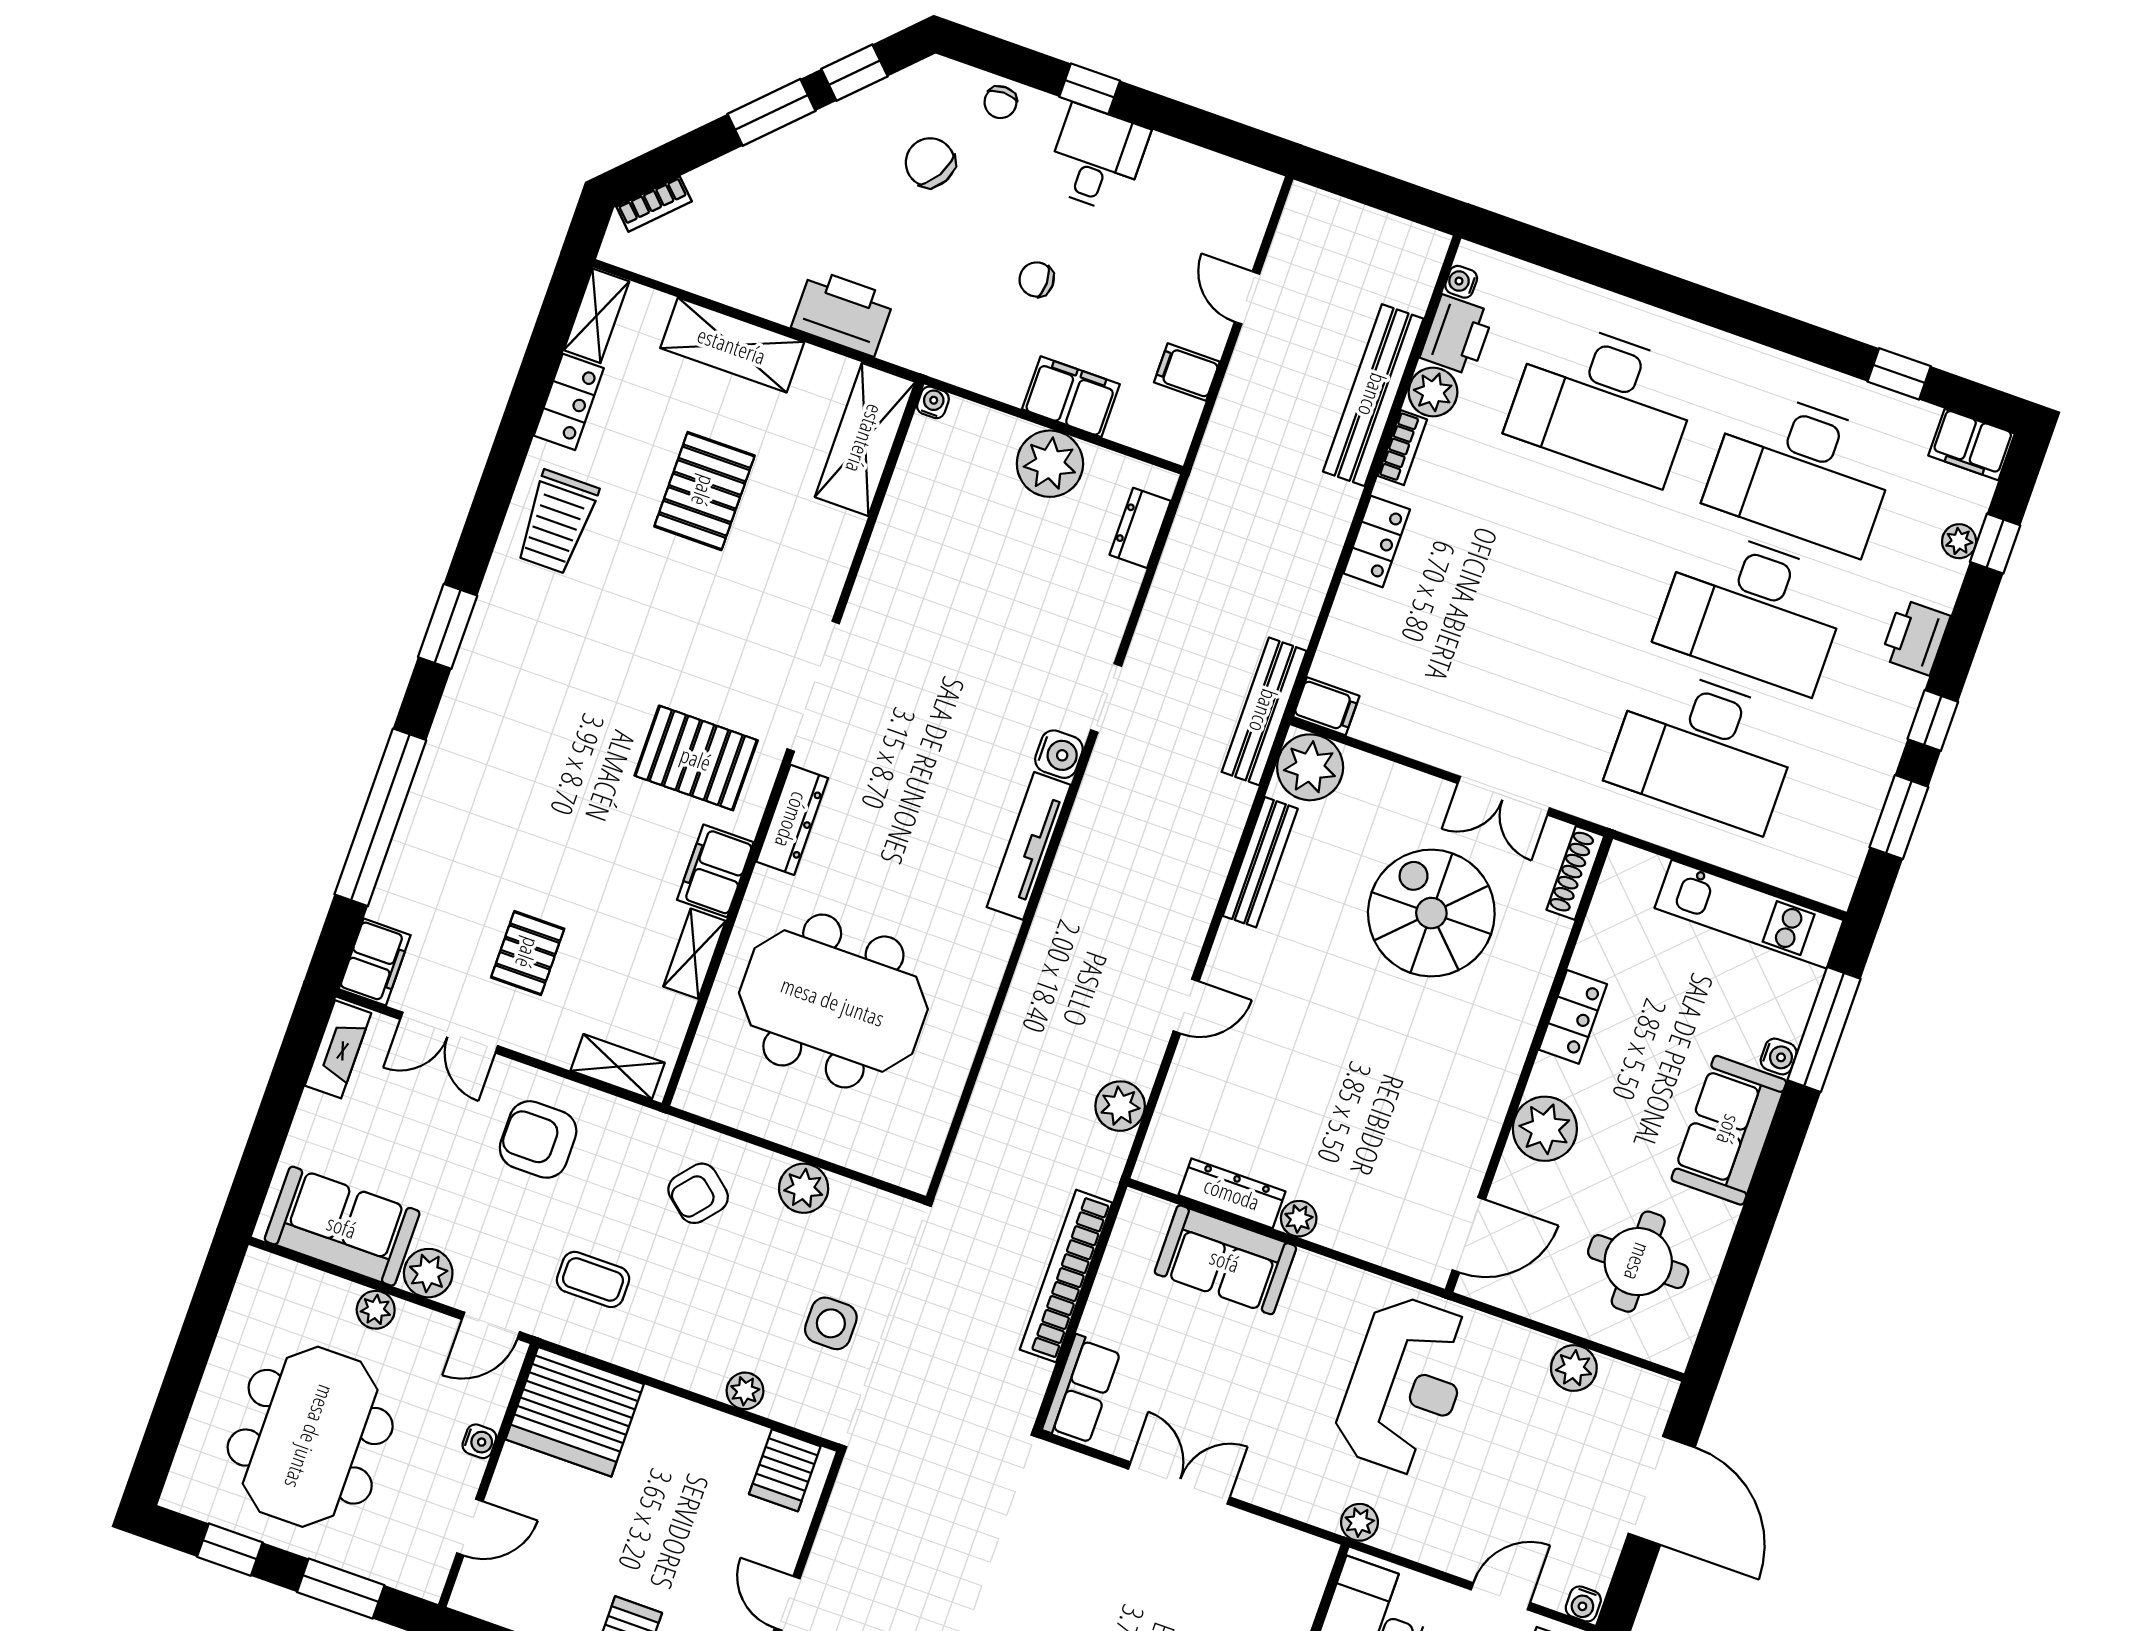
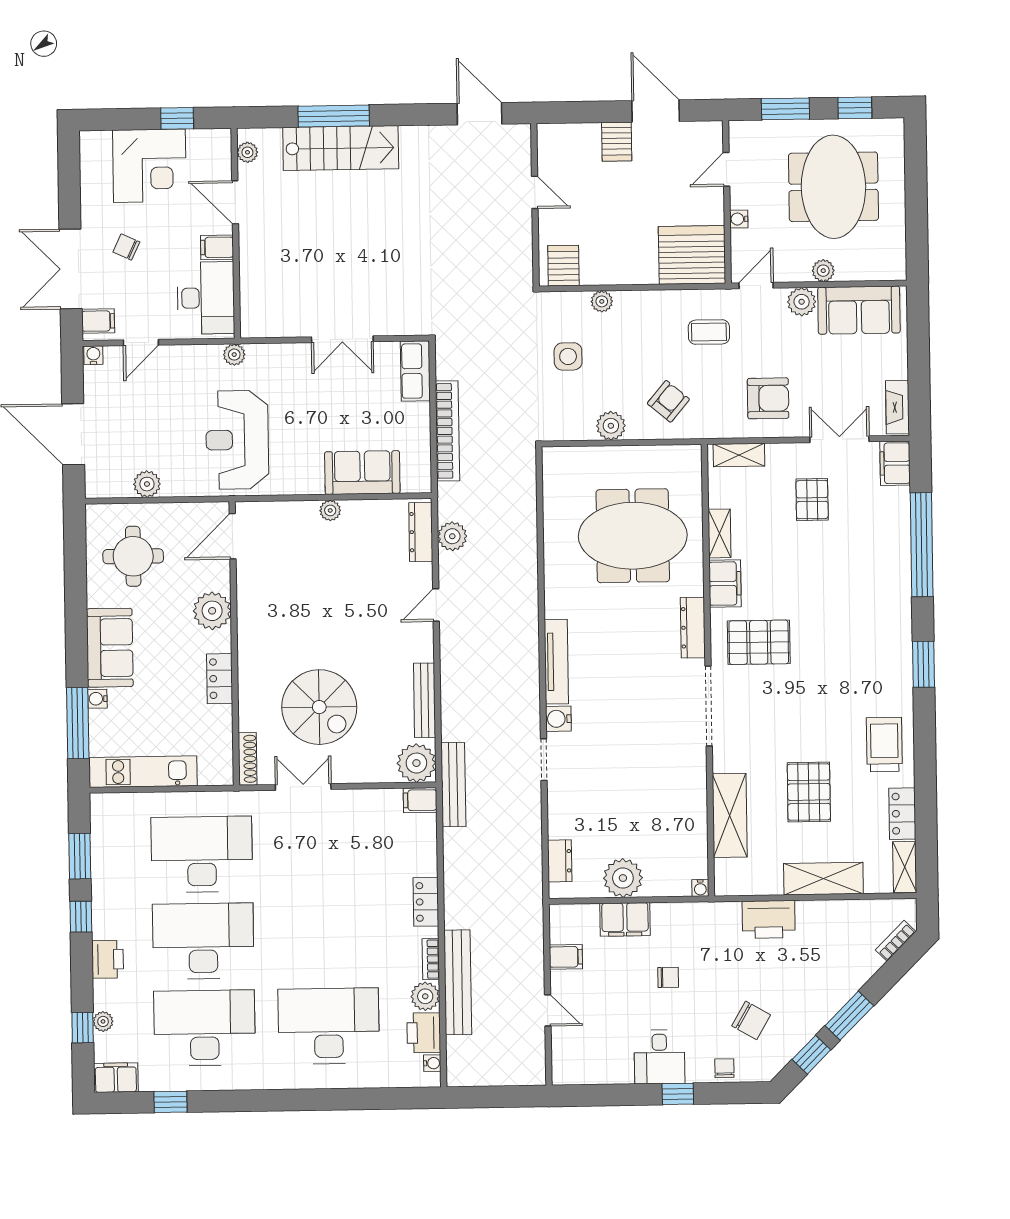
shelving: (865, 439) -> (730, 815), moved
dresser: (1232, 1193) -> (421, 532), moved, turned 90

